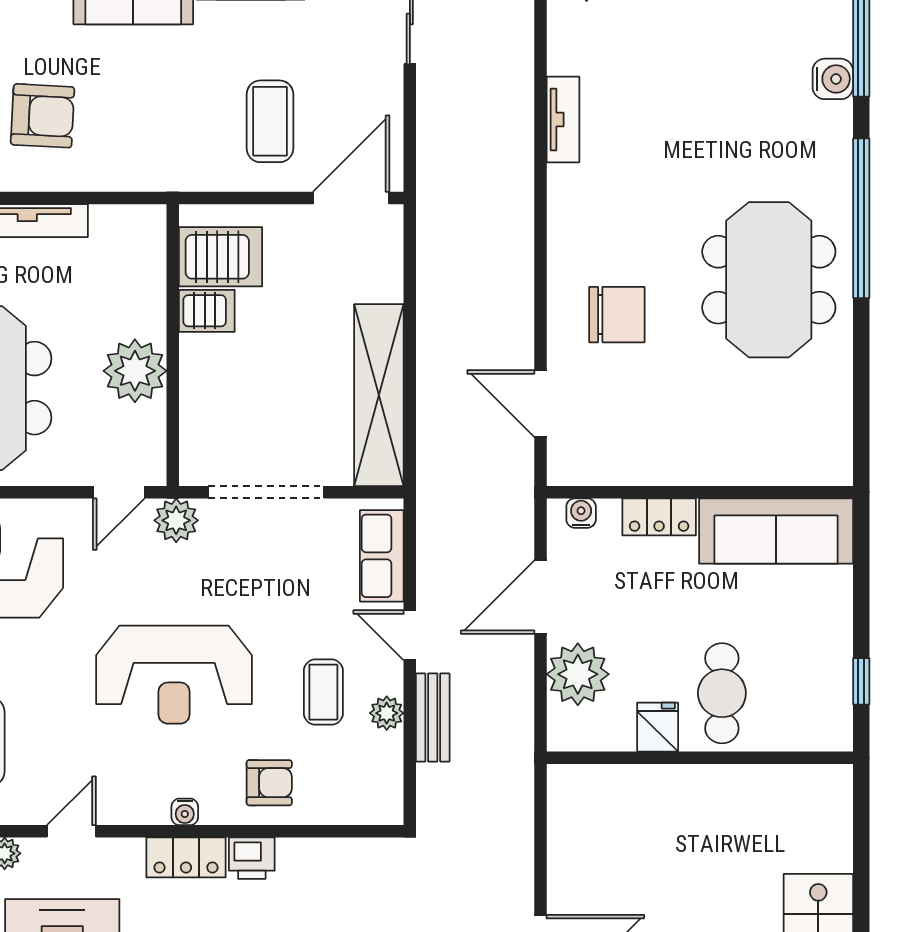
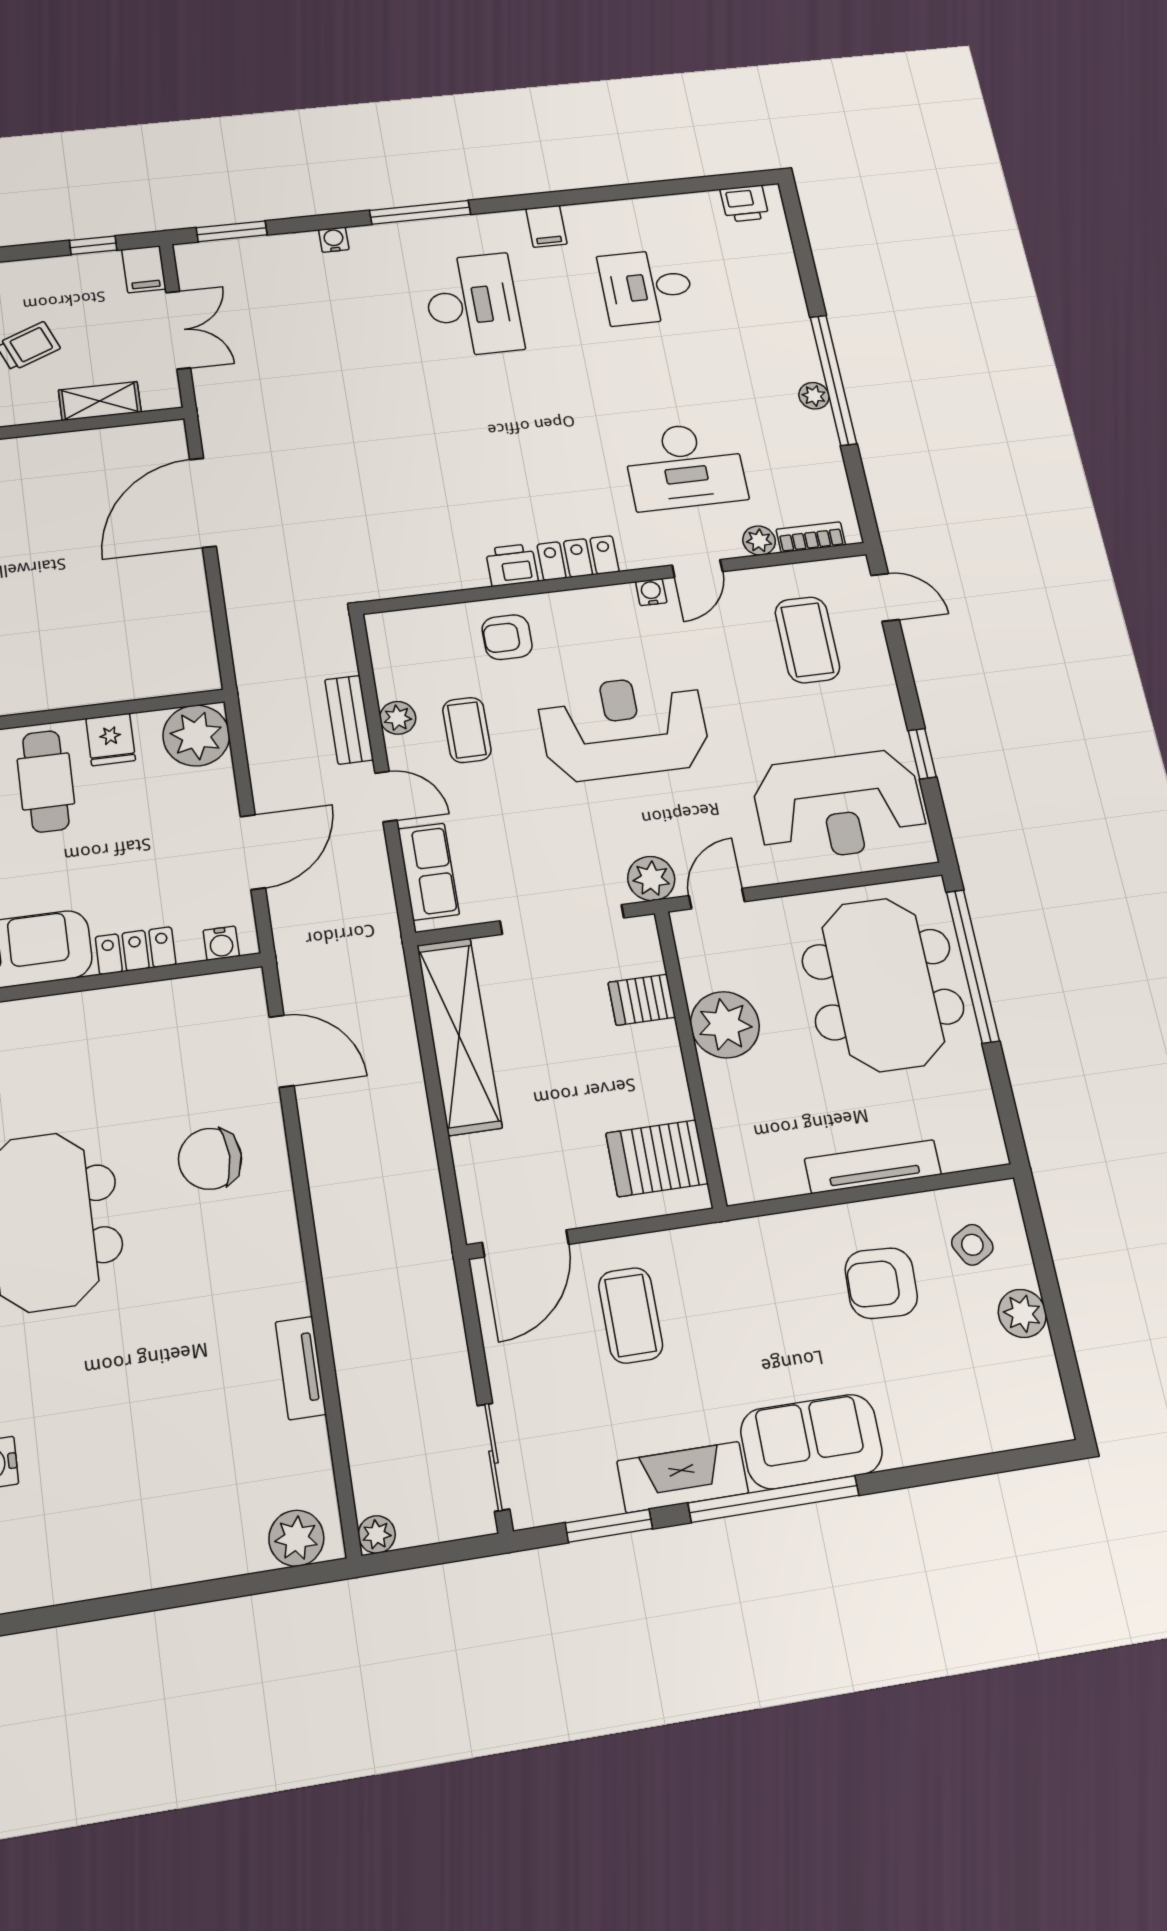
server rack: (207, 311) -> (642, 1000), moved
plant: (578, 674) -> (196, 736), moved
water cooler: (185, 812) -> (651, 592), moved

